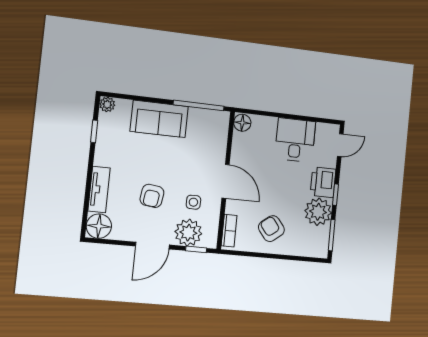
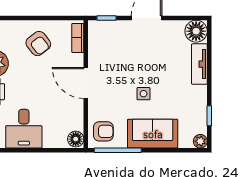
armchair: (152, 196) -> (103, 131), moved, turned 82
side table: (193, 202) -> (144, 94), moved
plant: (188, 233) -> (115, 33), removed

